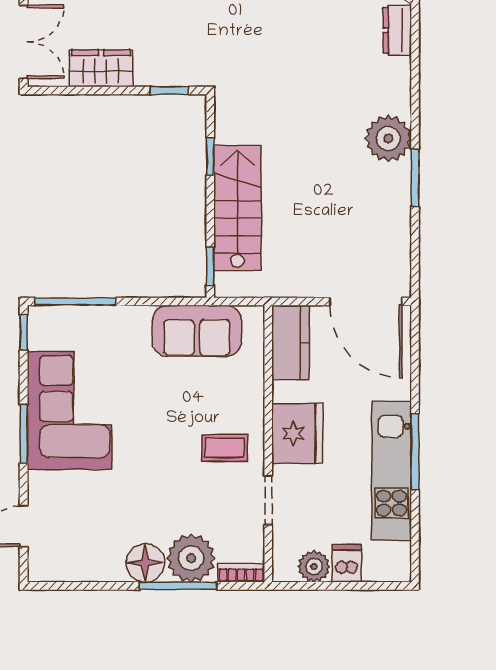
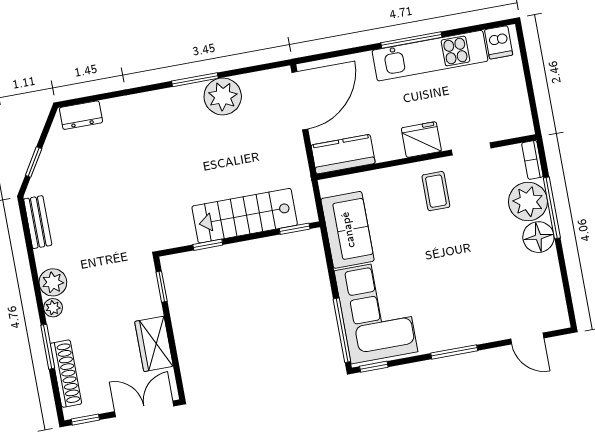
plant: (388, 138) -> (223, 96), moved
corner sofa: (70, 410) -> (376, 311), moved, turned 90
fridge: (297, 433) -> (421, 140), width x0.73, depth x0.75
dishwasher: (347, 563) -> (499, 42), moved, turned -90
plant: (314, 566) -> (517, 103), removed

